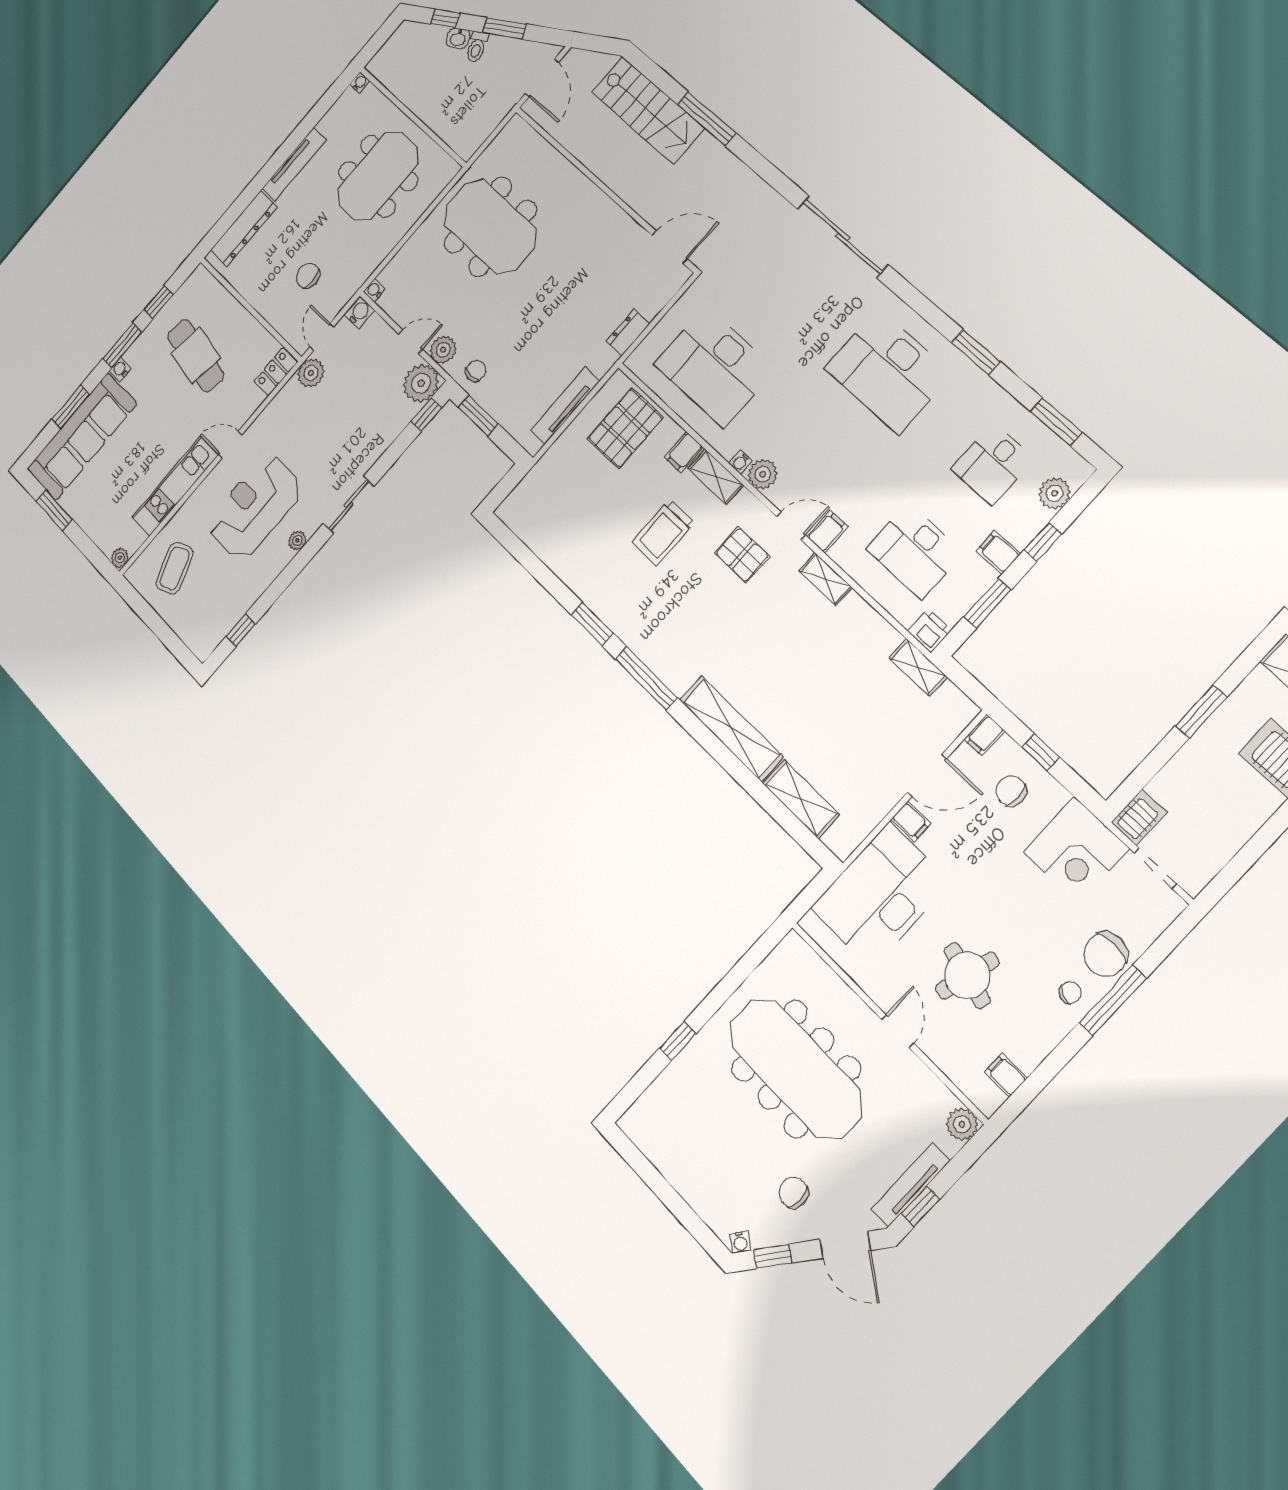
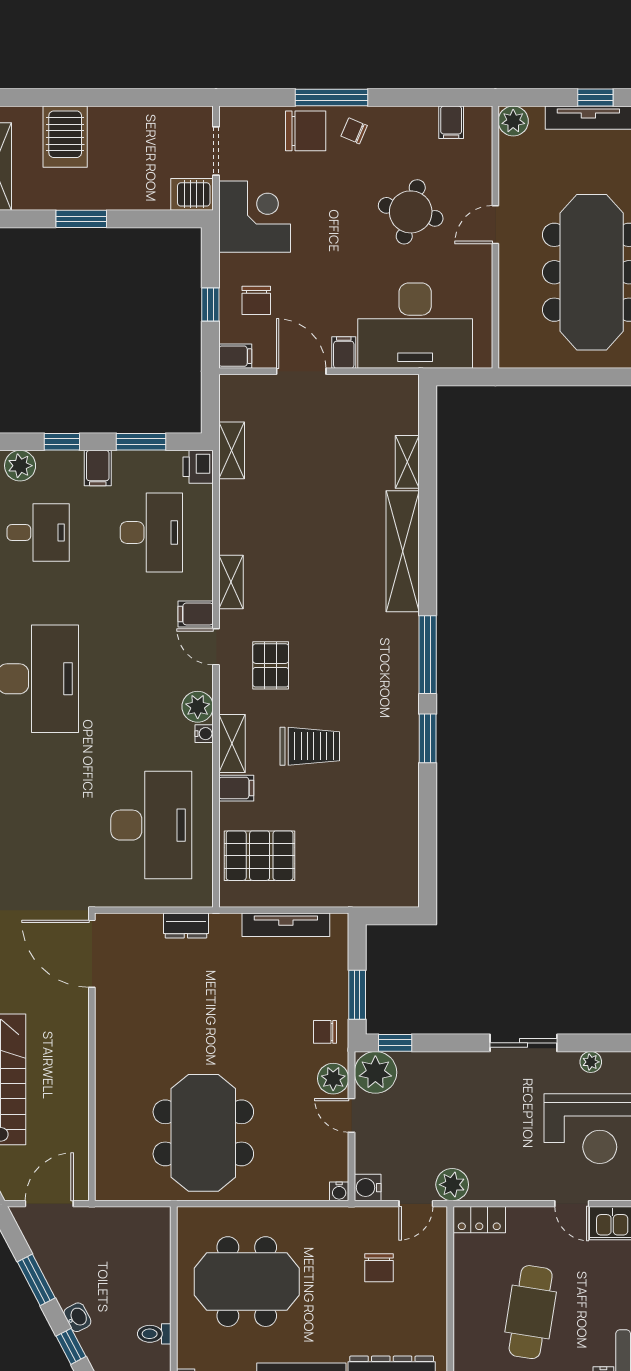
toilet: (477, 47) -> (154, 1334), moved, turned -152
door: (670, 247) -> (92, 954), width x1.36
shelving: (801, 799) -> (407, 462), width x0.67, depth x0.75

